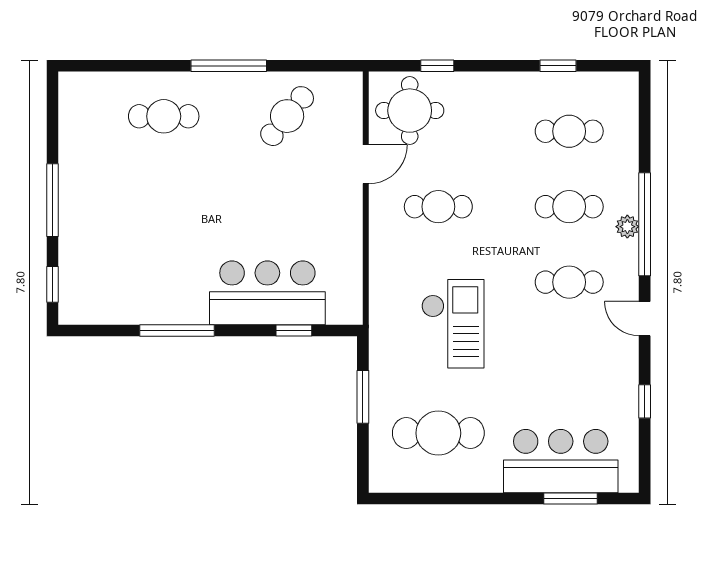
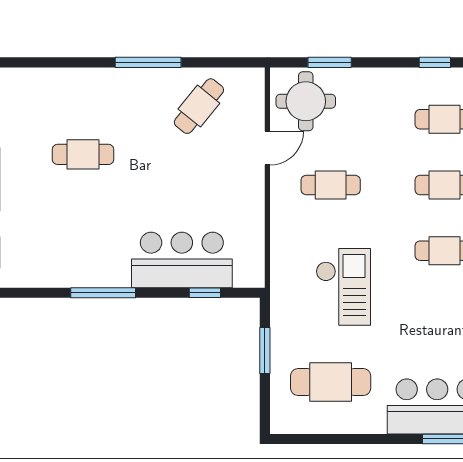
window: (437, 66) -> (330, 62), width x1.50
cafe table: (164, 116) -> (83, 154), moved

